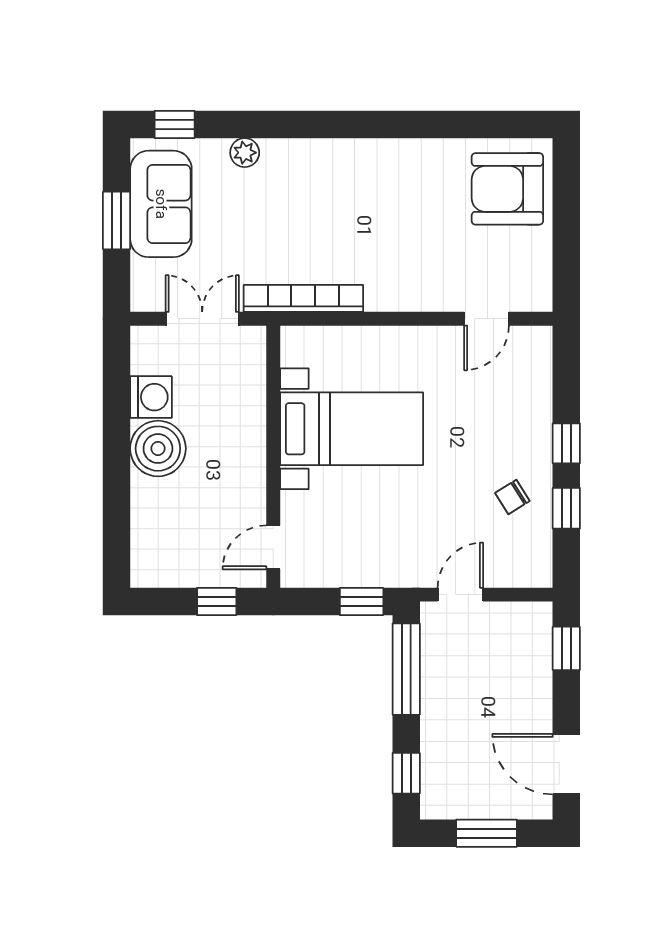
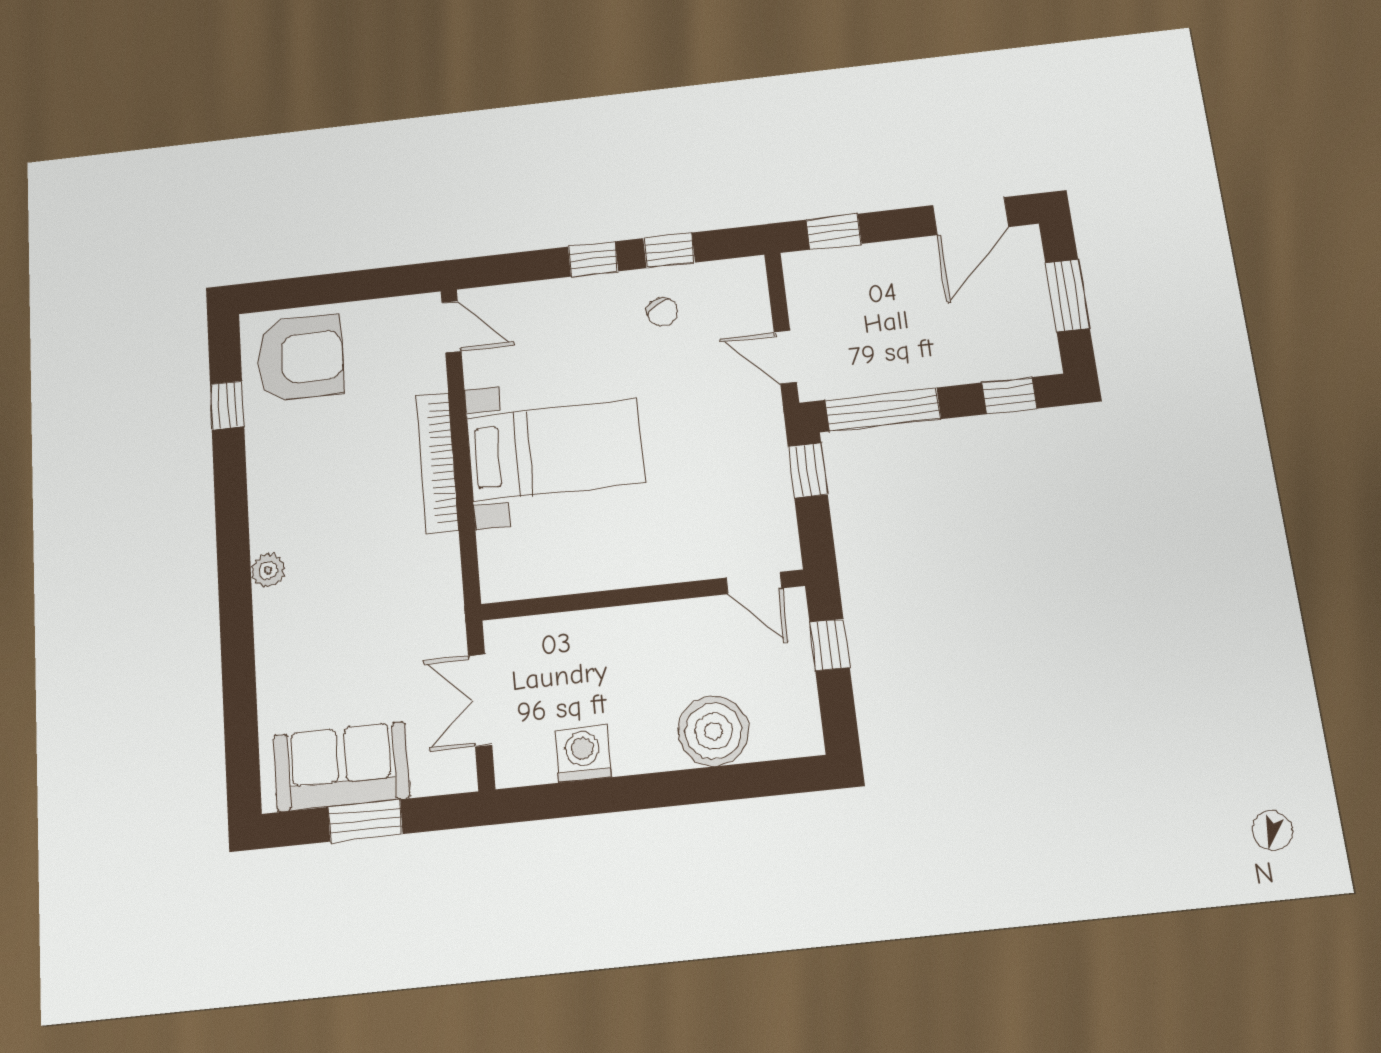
window: (175, 124) -> (227, 405), moved
plant: (245, 153) -> (268, 570), moved
armchair: (507, 189) -> (300, 358), turned -90
bookcase: (303, 298) -> (437, 463), moved
door: (487, 319) -> (452, 327), moved
bed with nightstands: (352, 429) -> (556, 450), moved, turned 90
boiler: (158, 449) -> (713, 731), moved

